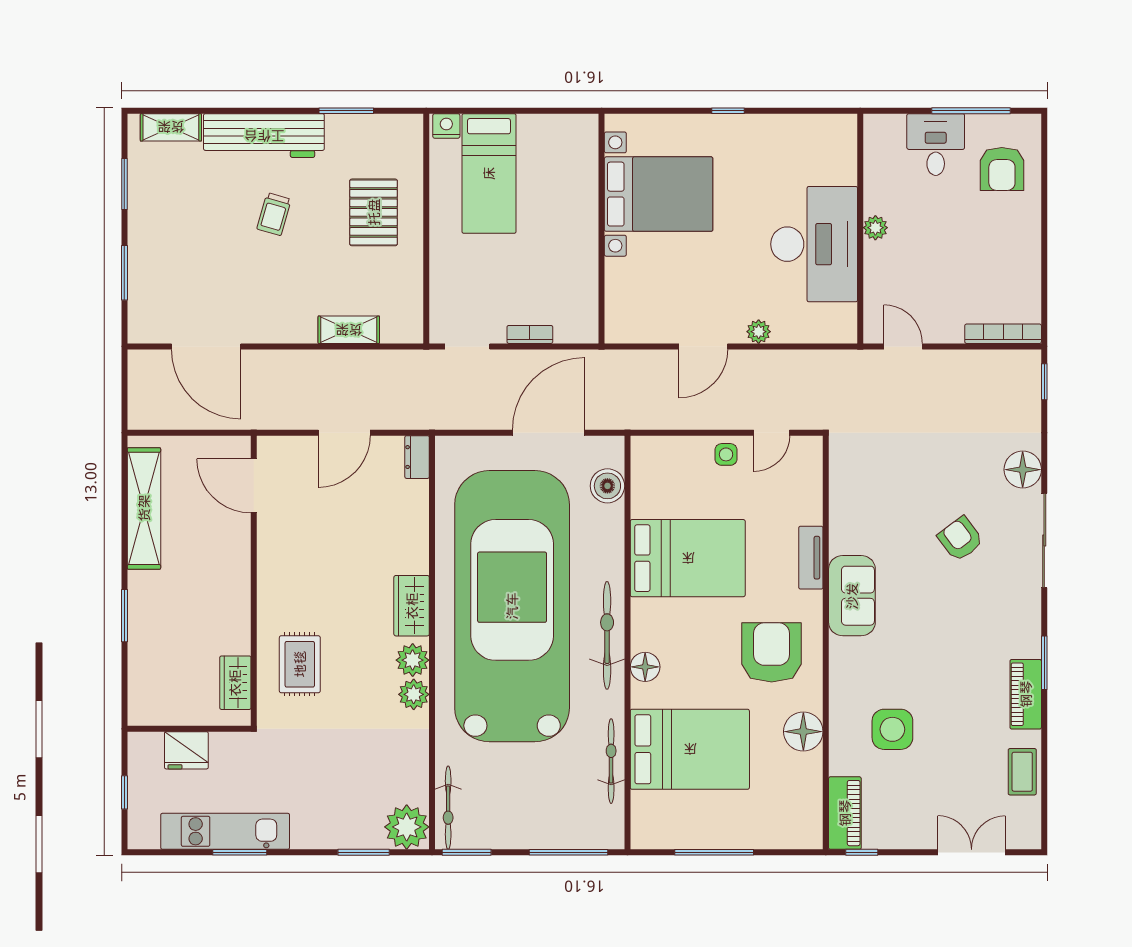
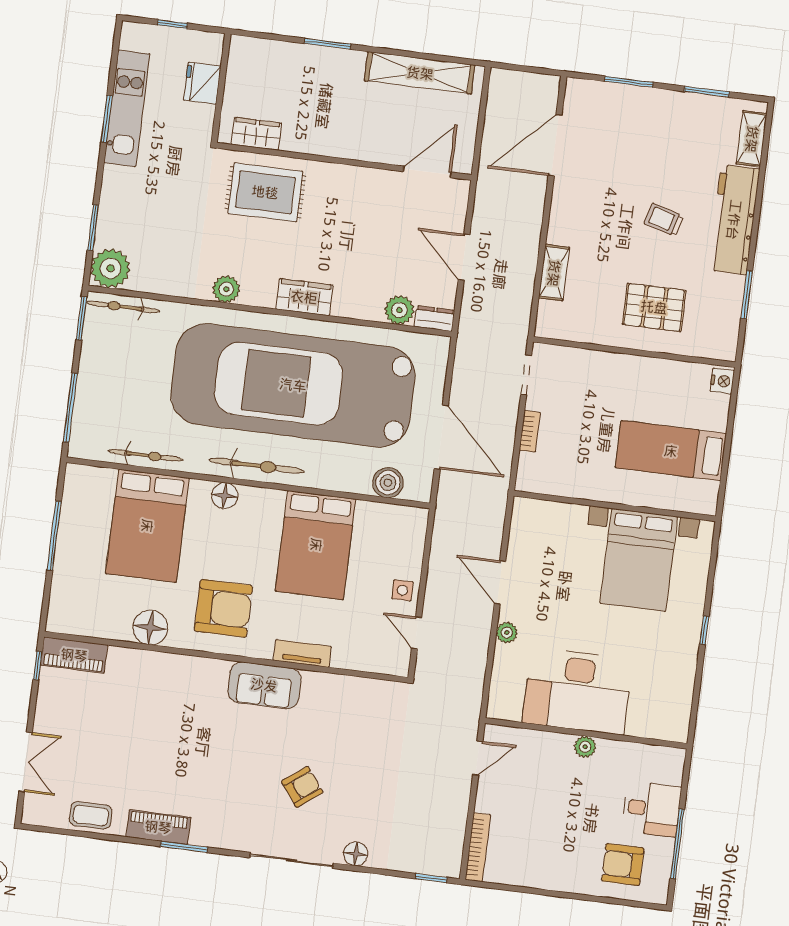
bed: (489, 173) -> (671, 451), moved
floor lamp: (1023, 470) -> (356, 854), width x0.73, depth x0.73
car: (512, 606) -> (293, 385), turned 180
plant: (413, 660) -> (399, 310), moved
rug: (300, 664) -> (265, 192), width x1.36, depth x1.43
side table: (892, 729) -> (142, 706), removed

